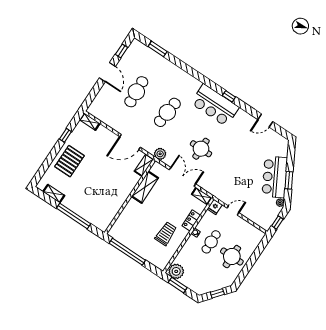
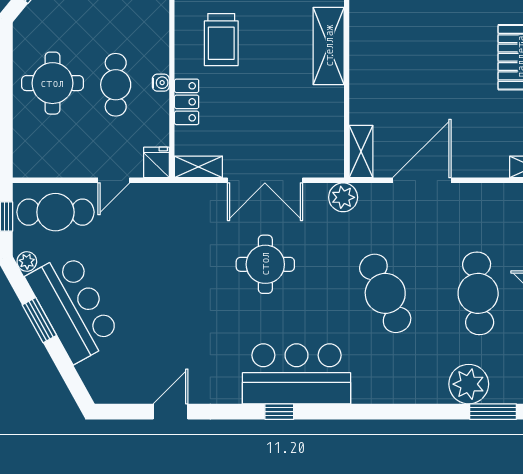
plant: (160, 64) -> (469, 384), added
cafe table: (167, 112) -> (385, 293), turned -30
shelving: (145, 187) -> (329, 46), moved
cafe table: (260, 213) -> (55, 212), added

